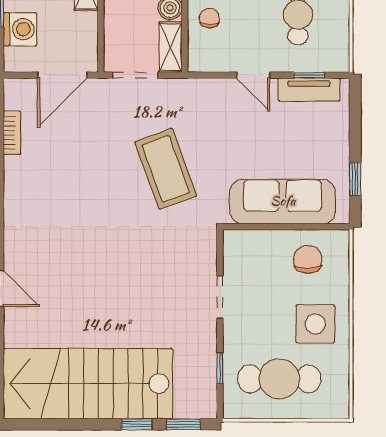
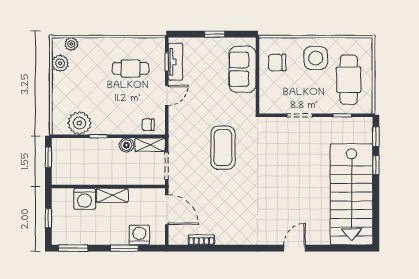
chair: (210, 18) -> (148, 125), moved
coffee table: (166, 169) -> (223, 148), turned -70
window: (355, 179) -> (215, 34), moved
sofa: (283, 201) -> (242, 69), width x0.73

